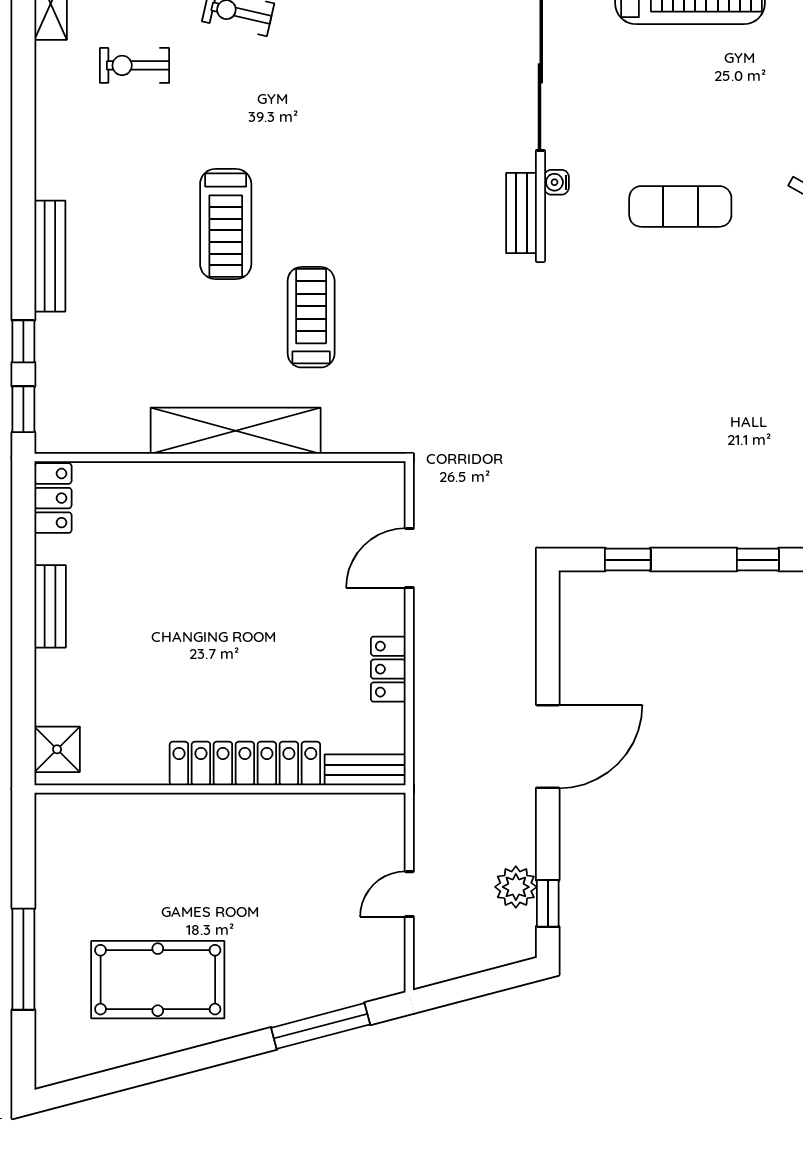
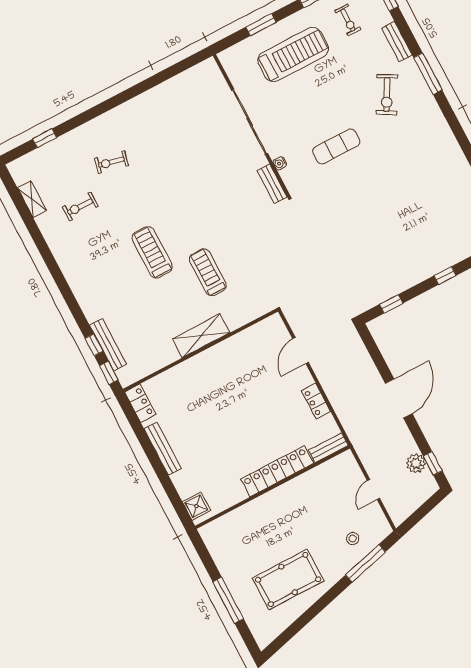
treadmill: (226, 224) -> (152, 252), turned 180
bench: (50, 256) -> (108, 345), moved
shelving: (236, 431) -> (201, 336), width x0.68
bench: (50, 606) -> (163, 449), width x1.36
stool: (321, 966) -> (353, 539), added

